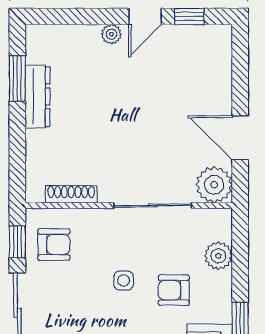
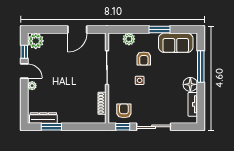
dresser: (37, 96) -> (43, 118), moved
plant: (214, 185) -> (36, 41), moved

